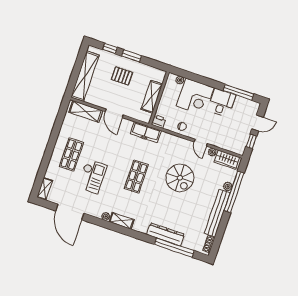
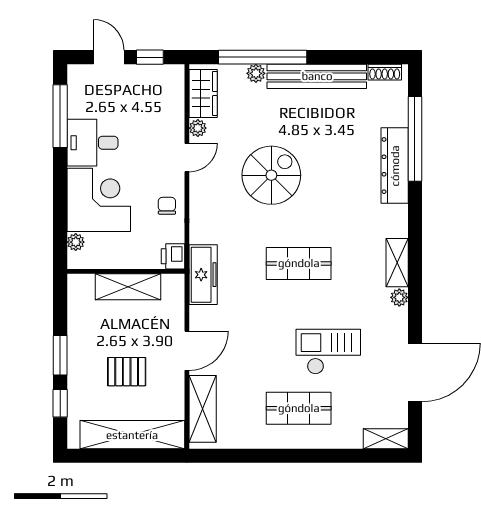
pallet: (122, 76) -> (127, 372), moved, turned 90

